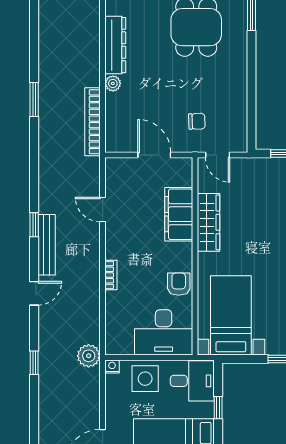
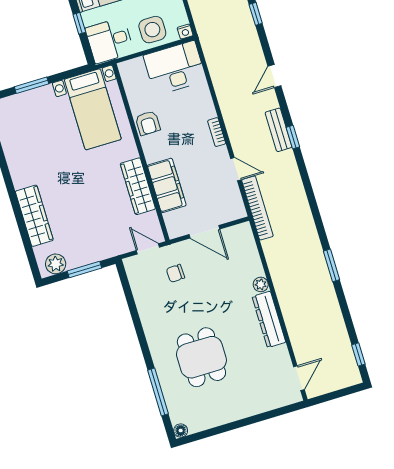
window: (34, 99) -> (332, 265), moved
bookcase: (92, 122) -> (257, 208), moved
bench: (47, 245) -> (278, 130), width x0.73
bookcase: (111, 275) -> (217, 132), moved
desk: (164, 332) -> (175, 68), moved
plant: (89, 356) -> (209, 35), removed

